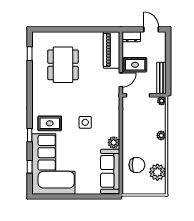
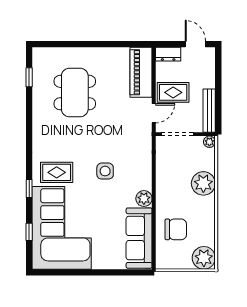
plant: (161, 135) -> (203, 183), width x1.88, depth x1.88
plant: (157, 172) -> (204, 258), moved

